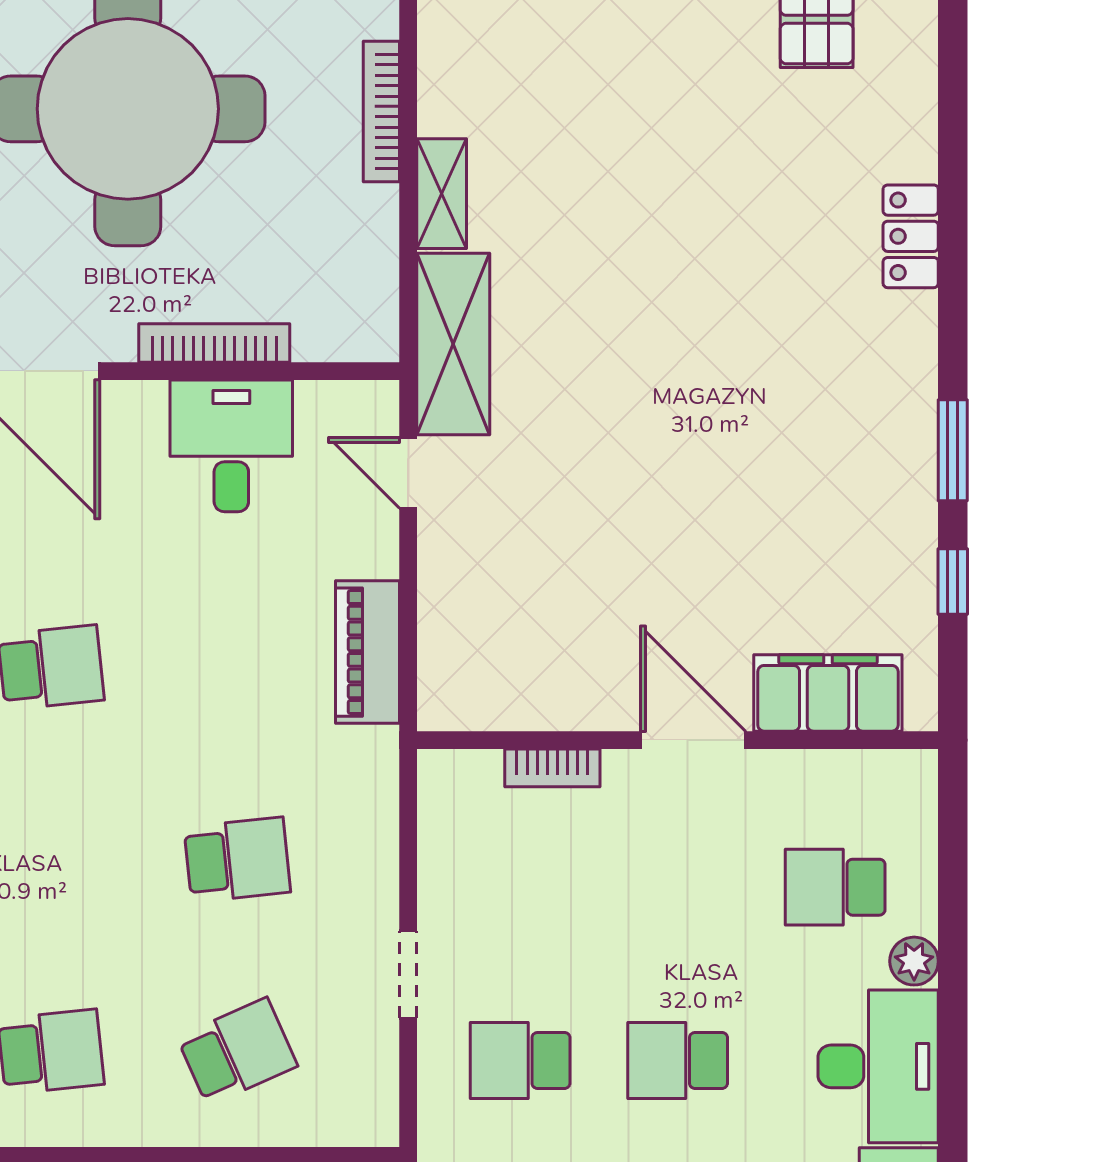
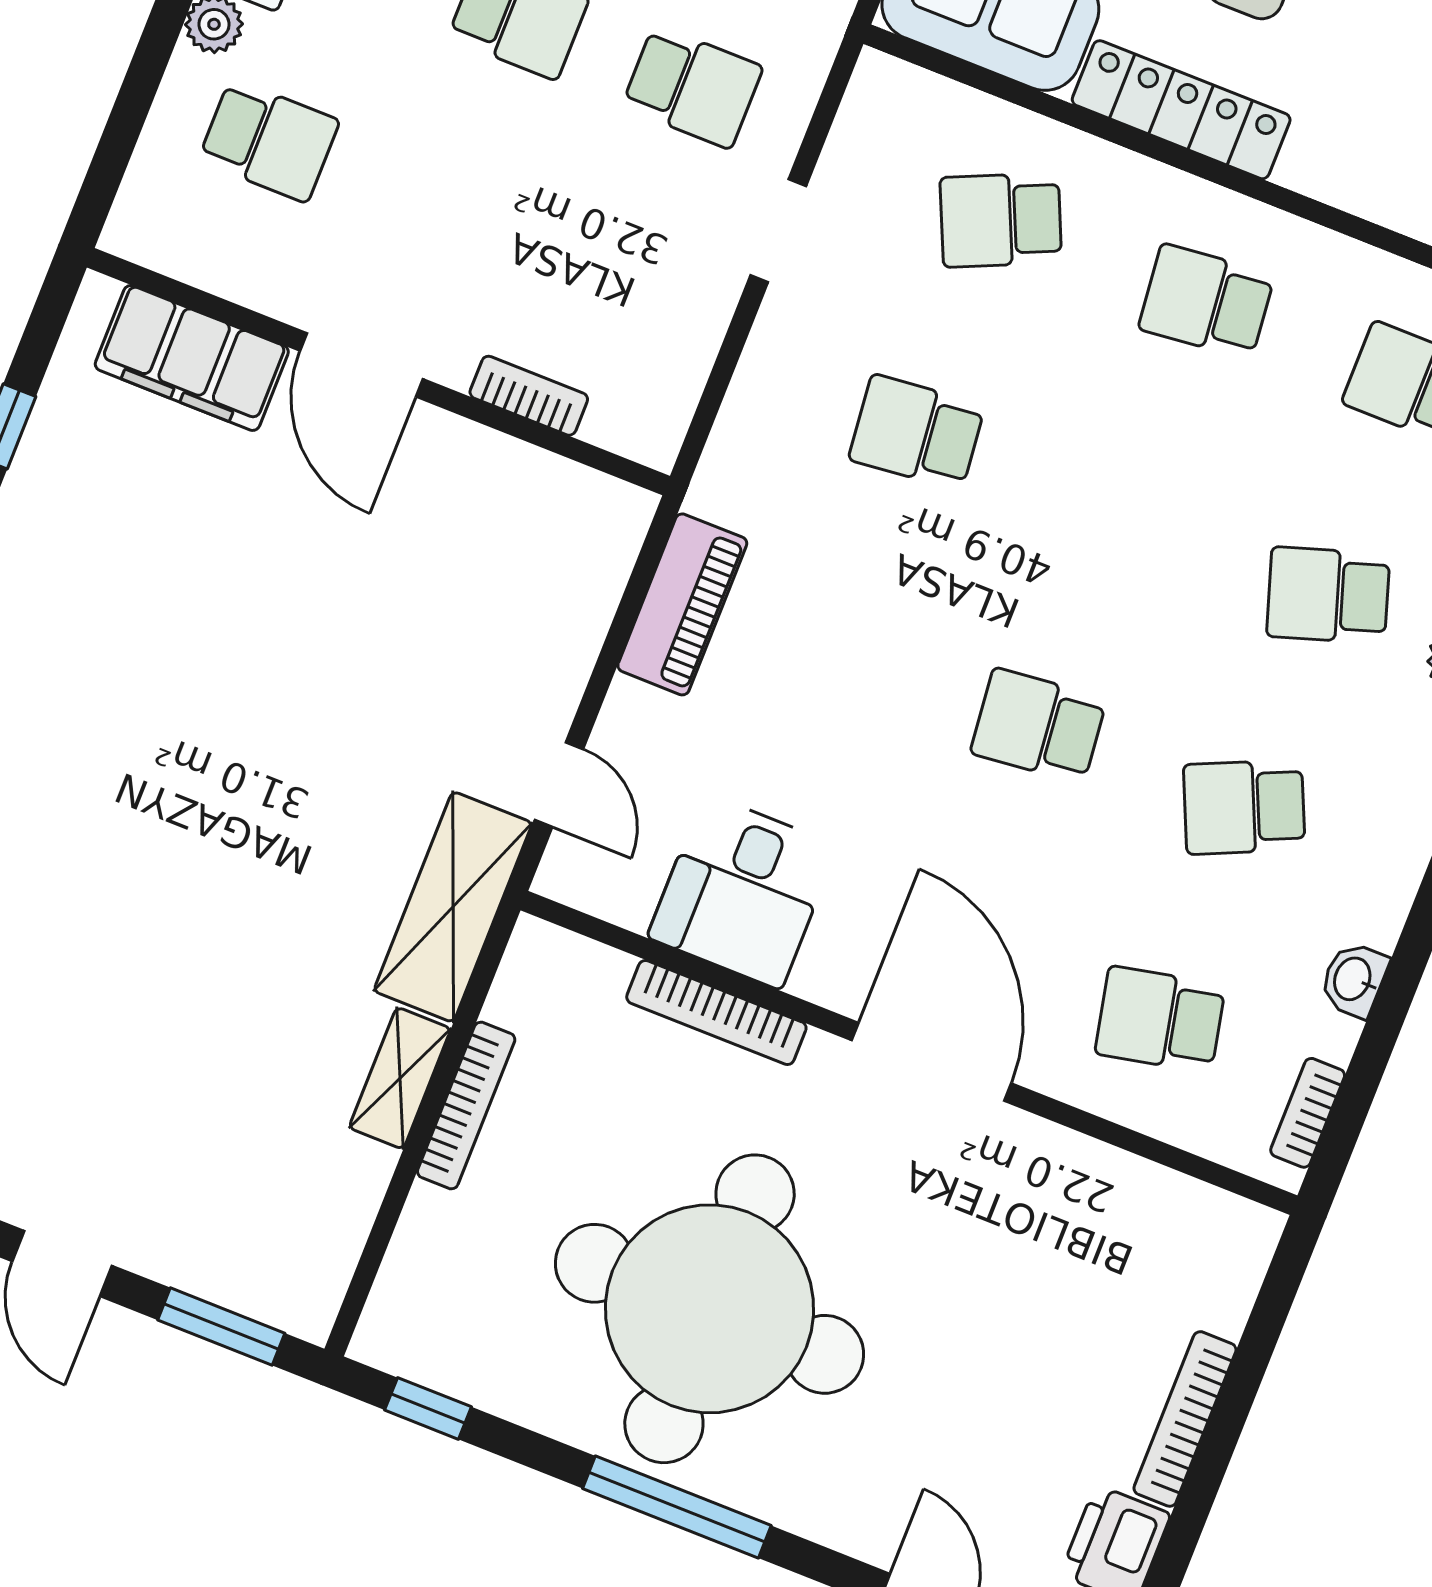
bookcase: (381, 112) -> (466, 1105), moved

